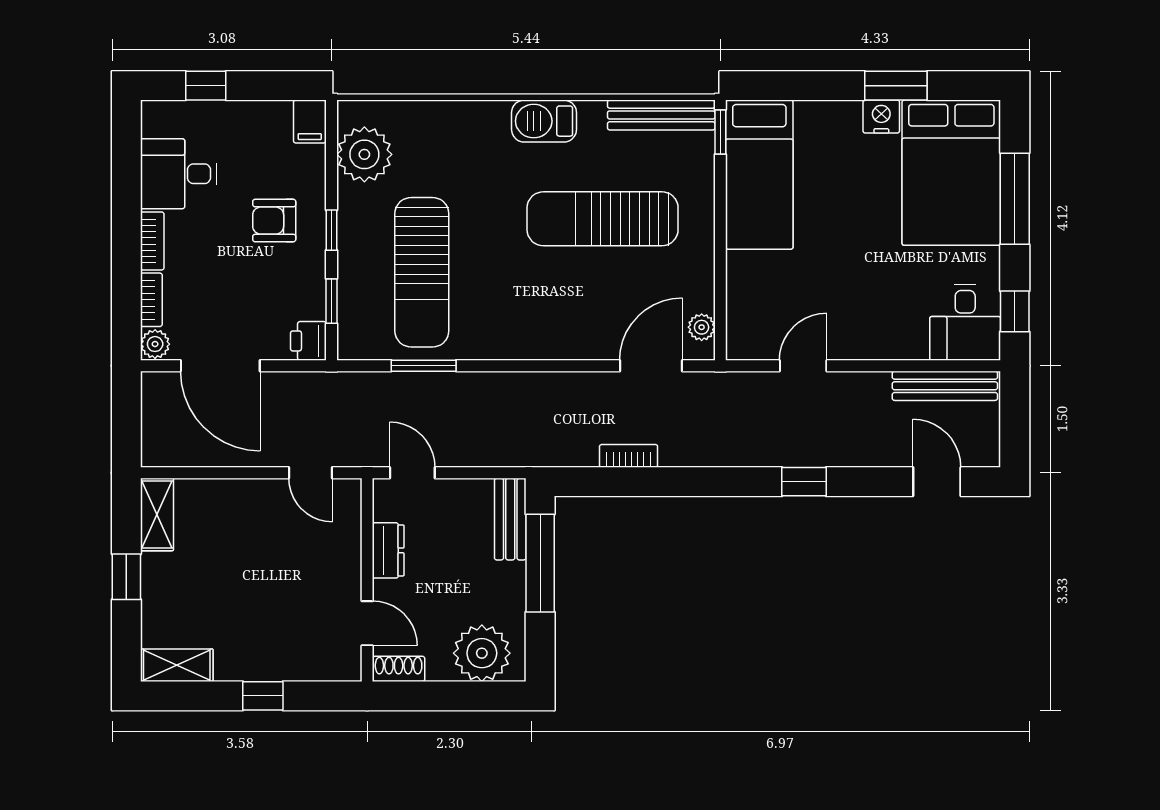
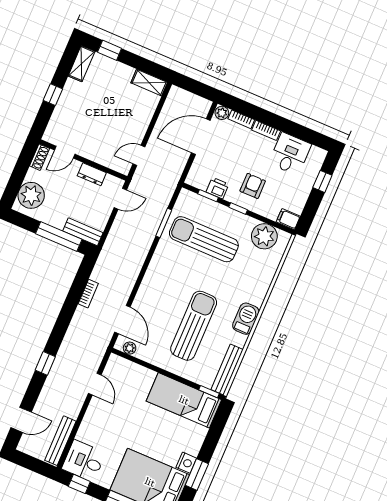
printer: (308, 341) -> (217, 188), moved
window: (126, 577) -> (110, 50), moved

